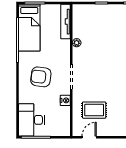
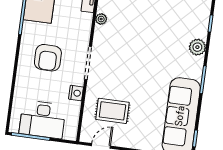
armchair: (41, 77) -> (48, 58), turned -97
desk: (32, 120) -> (42, 119), moved, turned -90

